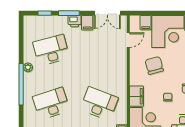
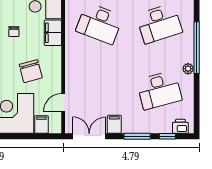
printer: (75, 21) -> (180, 126), moved

